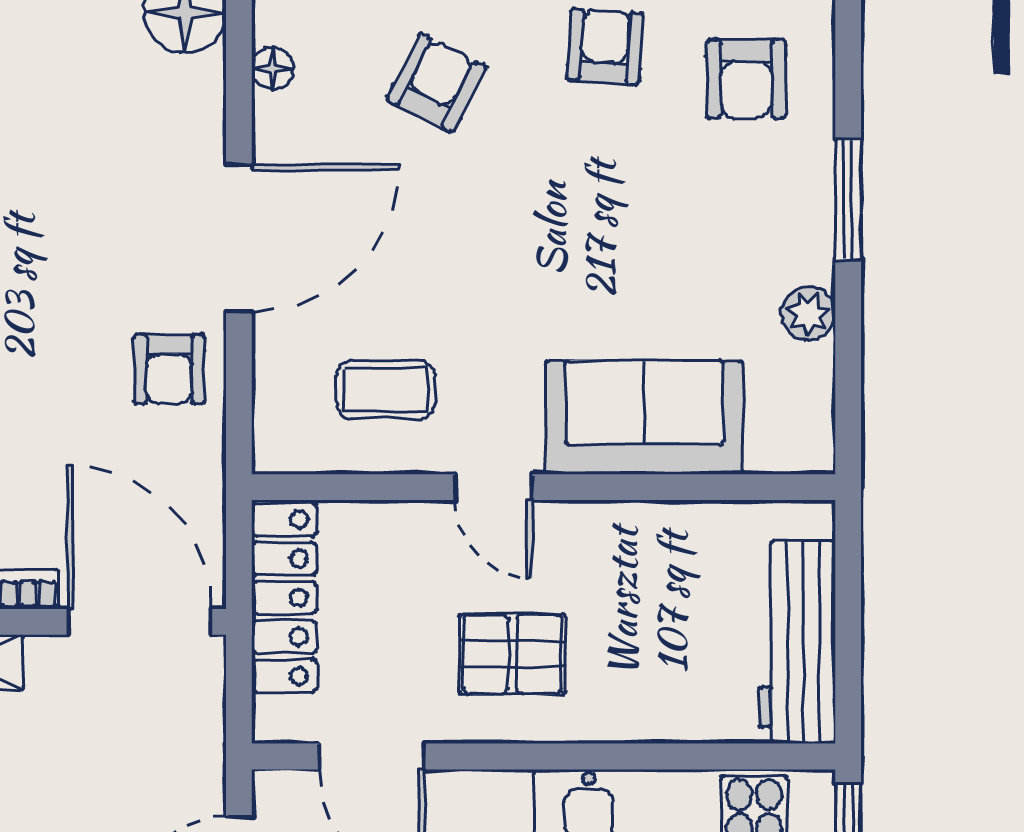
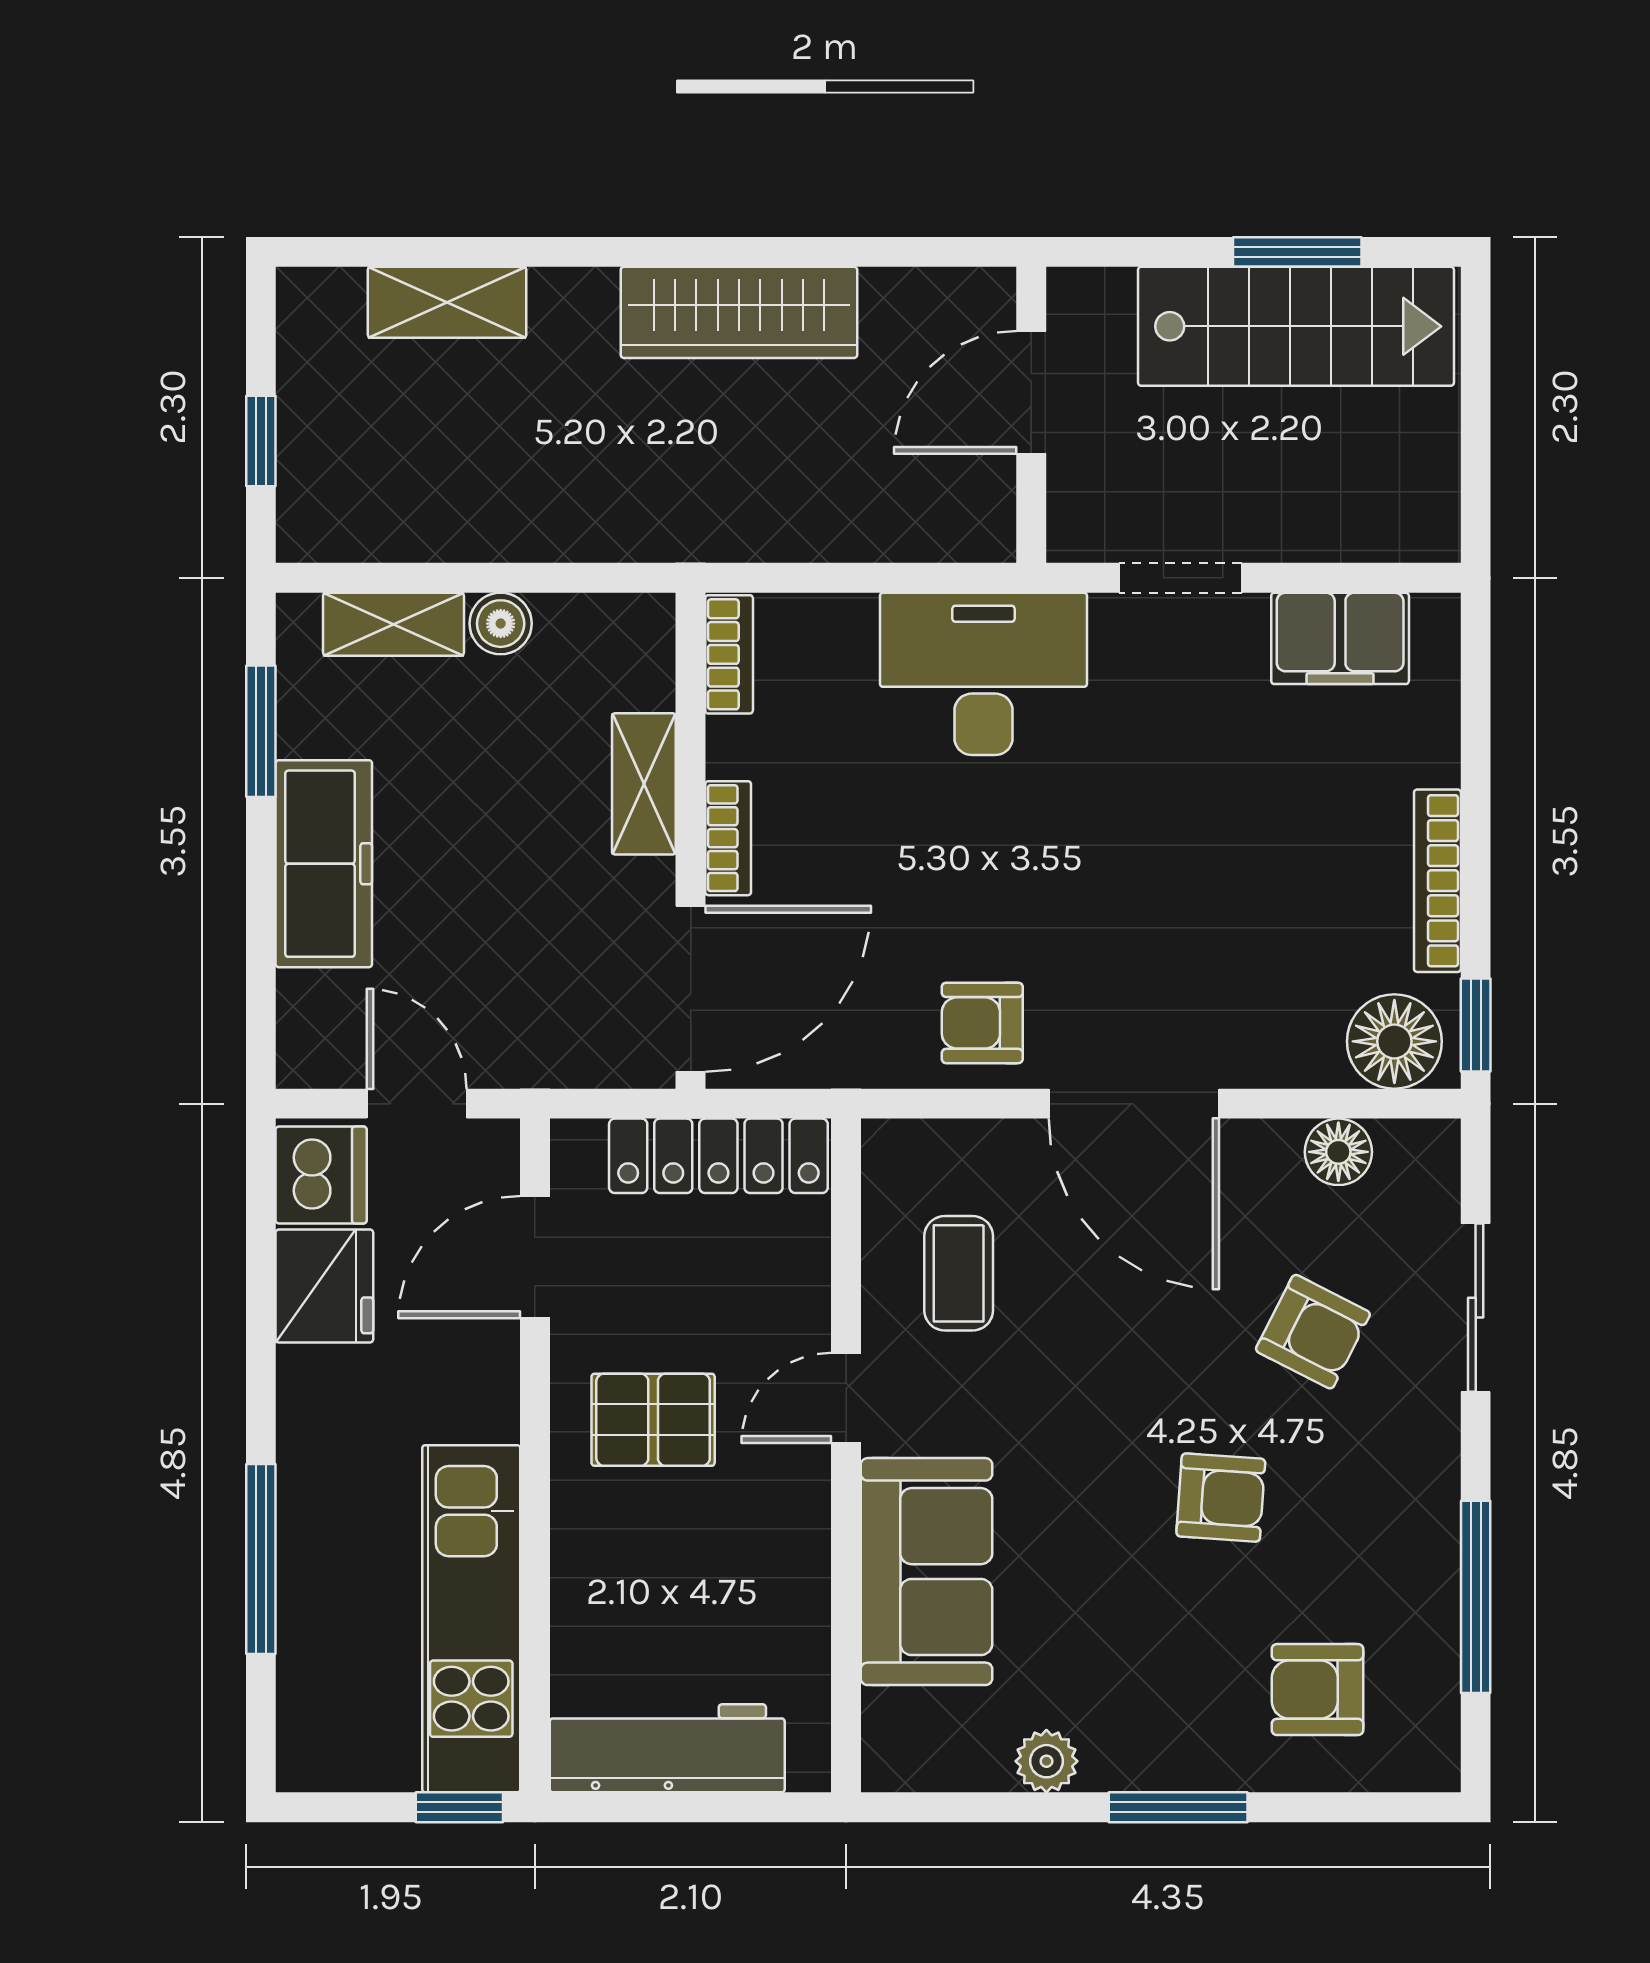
armchair: (605, 46) -> (1221, 1498), moved
floor lamp: (273, 69) -> (1338, 1152), width x1.37, depth x1.37
pallet: (513, 654) -> (653, 1420), turned 90

